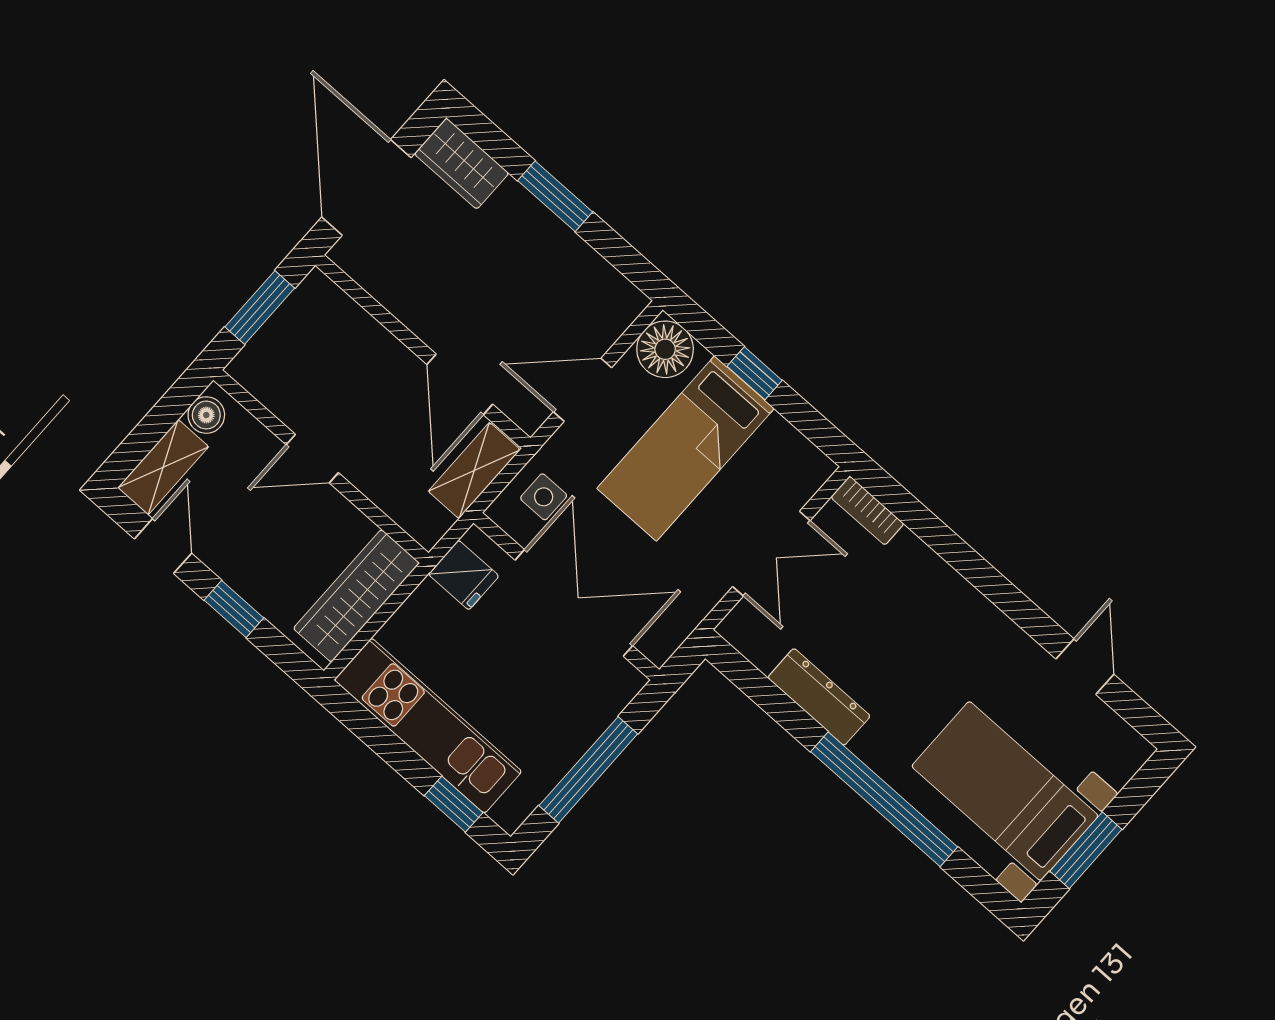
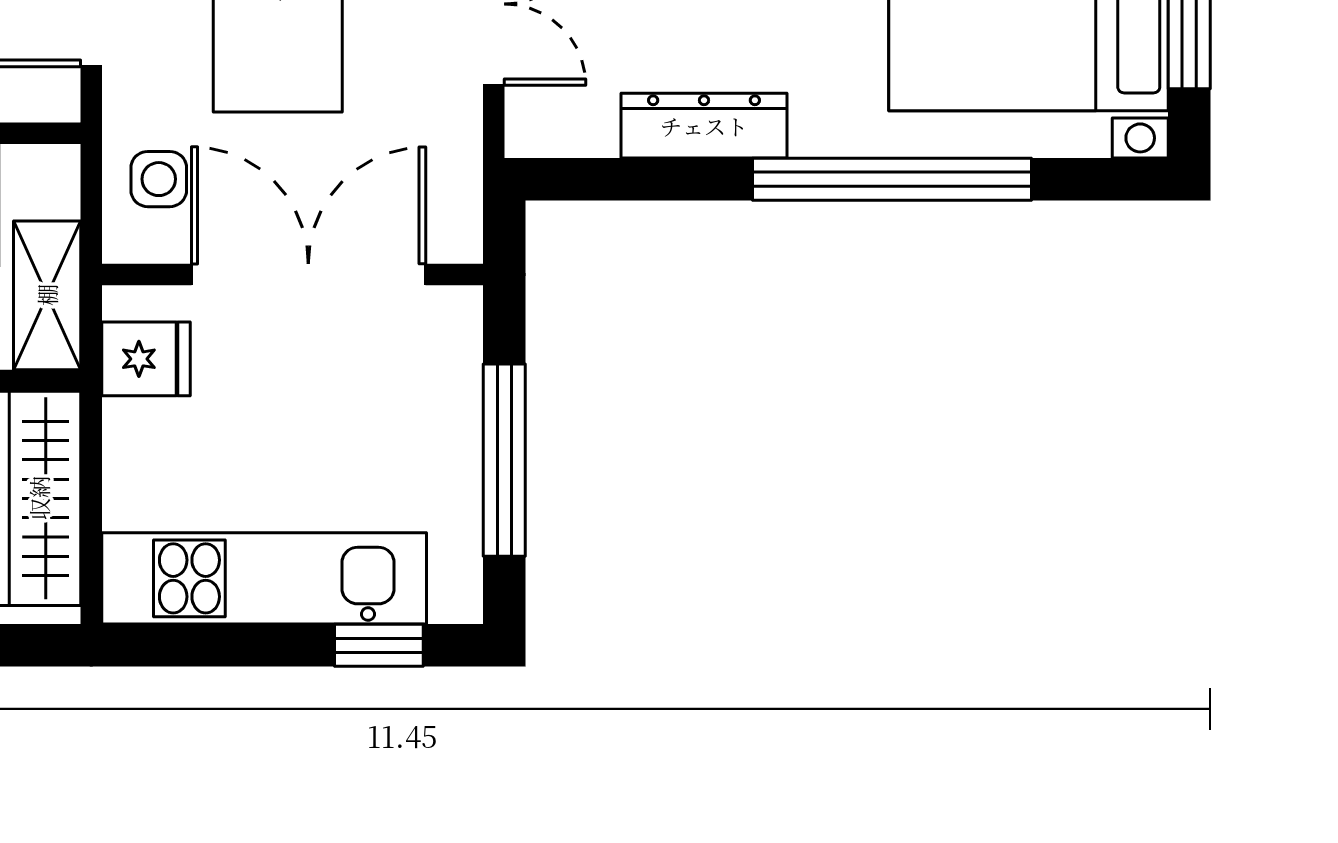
shelving: (474, 471) -> (47, 295), moved

